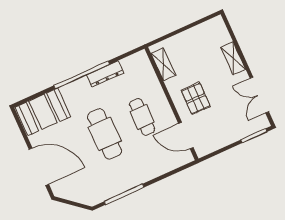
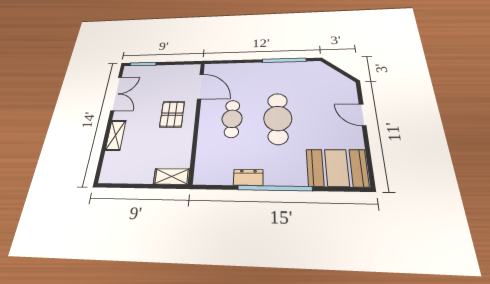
shelving: (163, 64) -> (172, 176), moved, turned 90
dresser: (105, 74) -> (248, 177), width x0.70
door: (39, 167) -> (363, 115), width x0.53

